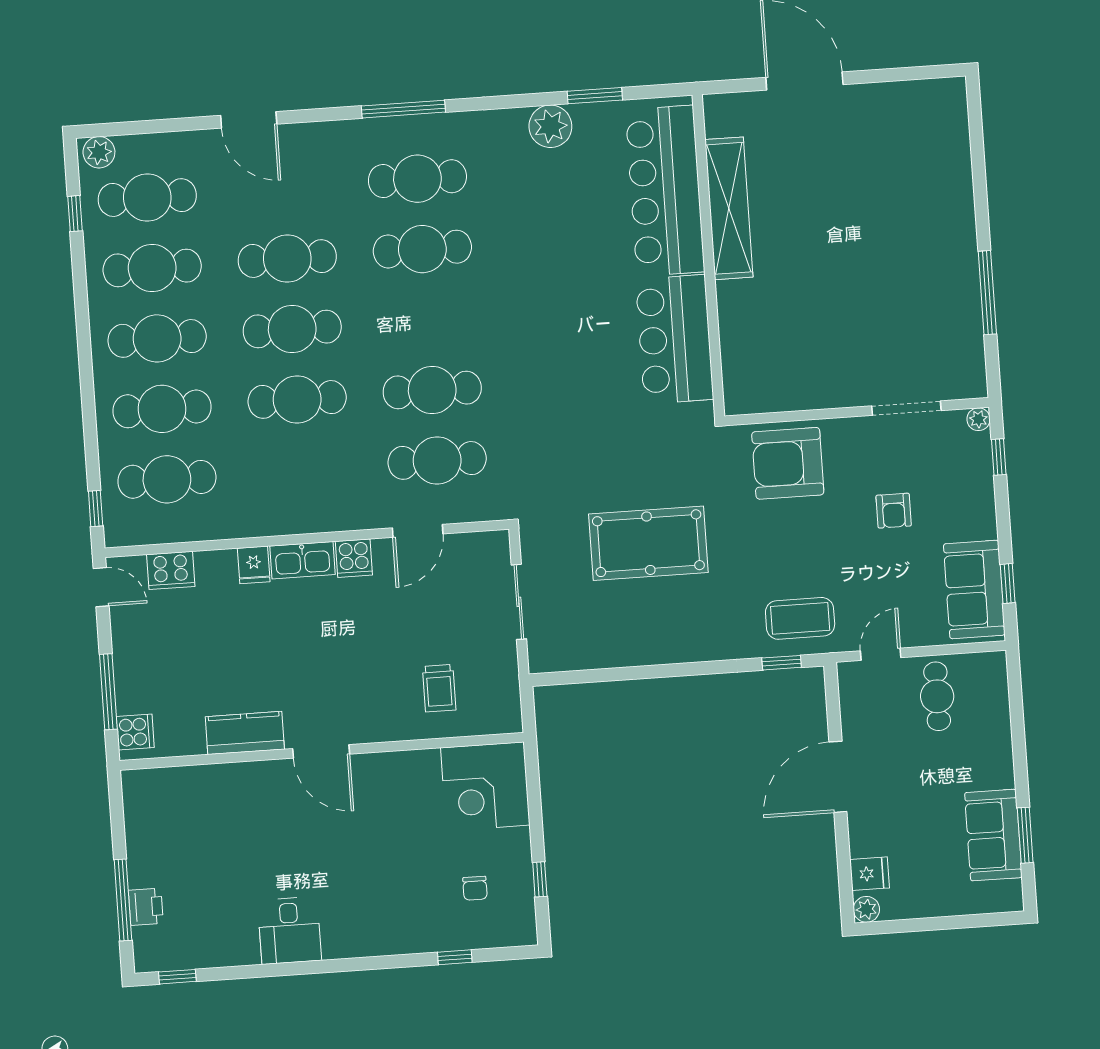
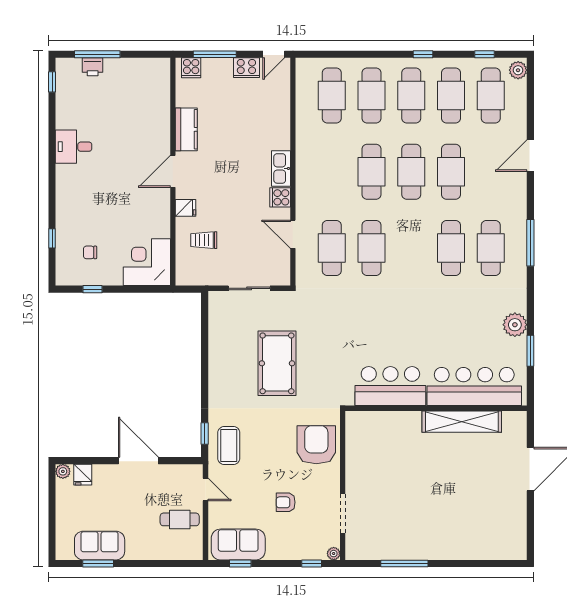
window: (96, 509) -> (423, 54), moved
fridge: (254, 565) -> (186, 208), moved, turned 180
cooker: (171, 570) -> (246, 68), moved, turned -90

